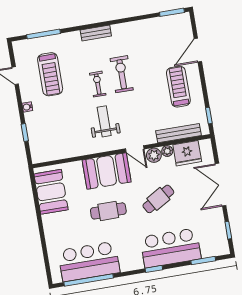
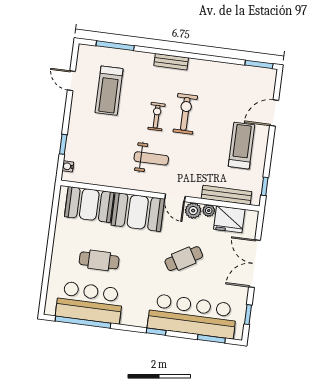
water cooler: (27, 107) -> (68, 166), moved
weight bench: (104, 121) -> (151, 158), turned 90
booth: (51, 192) -> (89, 204), moved, turned 90
cafe table: (108, 211) -> (99, 260), moved
bar counter: (171, 248) -> (192, 316), width x1.36

